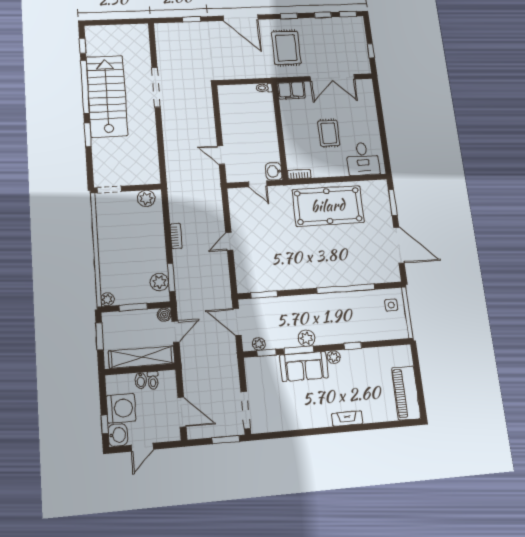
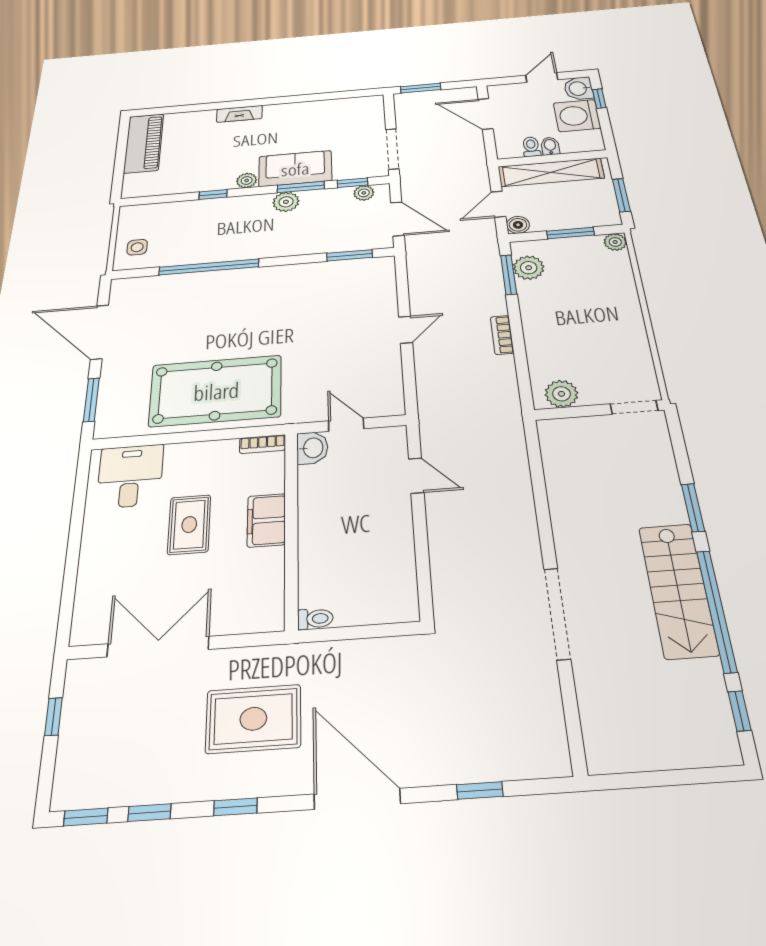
rug: (286, 48) -> (253, 719), turned 90
filing cabinet: (291, 90) -> (266, 520), moved, turned -90
stairs: (107, 96) -> (678, 590), width x0.73, depth x0.66
doorway: (246, 410) -> (392, 149), moved

